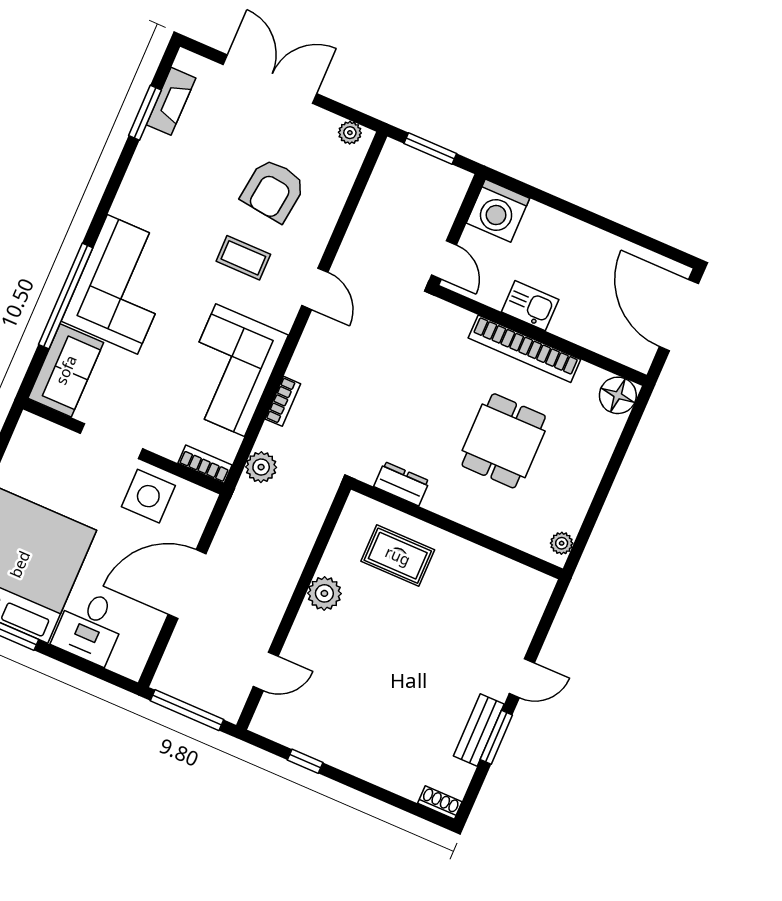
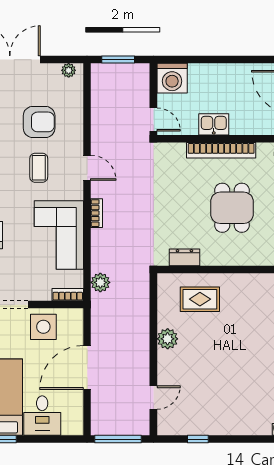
armchair: (273, 190) -> (39, 122), turned -97
coffee table: (243, 258) -> (39, 168), turned 90
bookcase: (283, 401) -> (97, 213), moved

